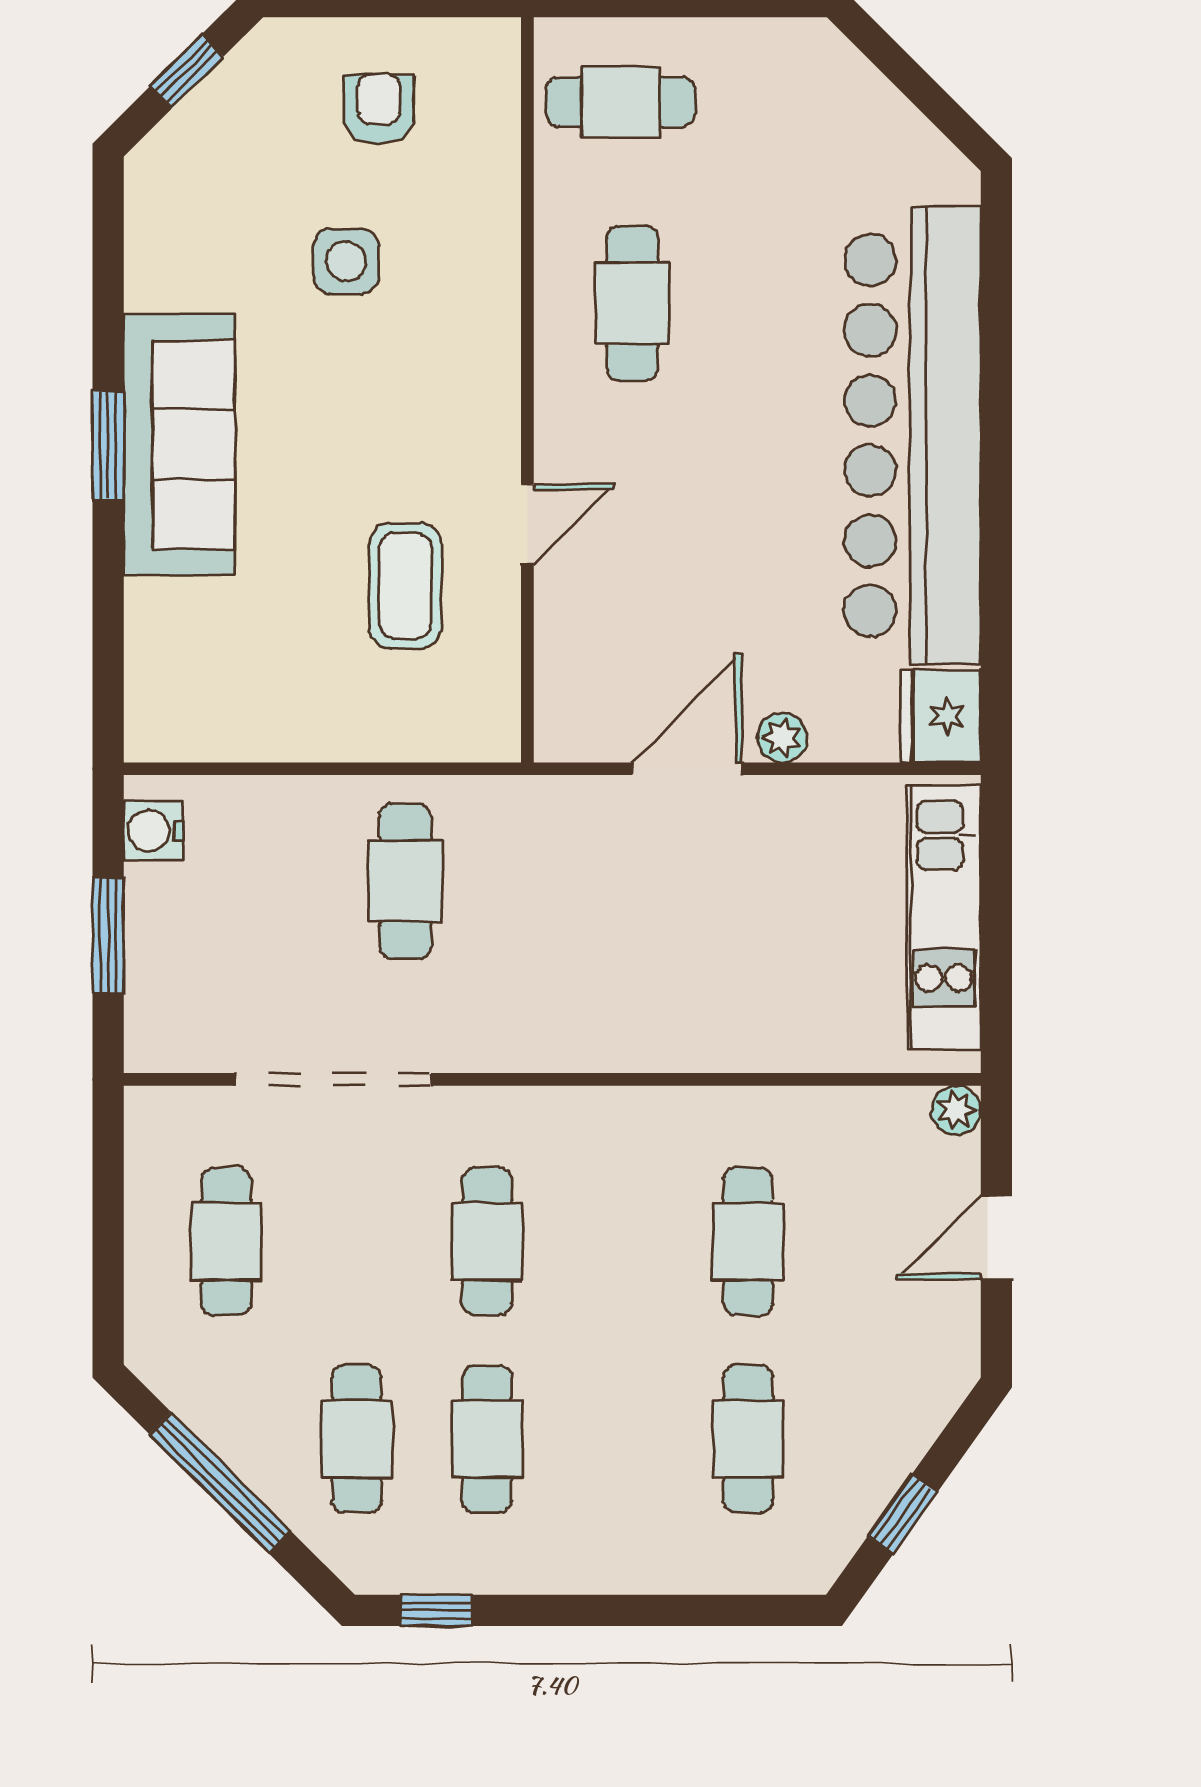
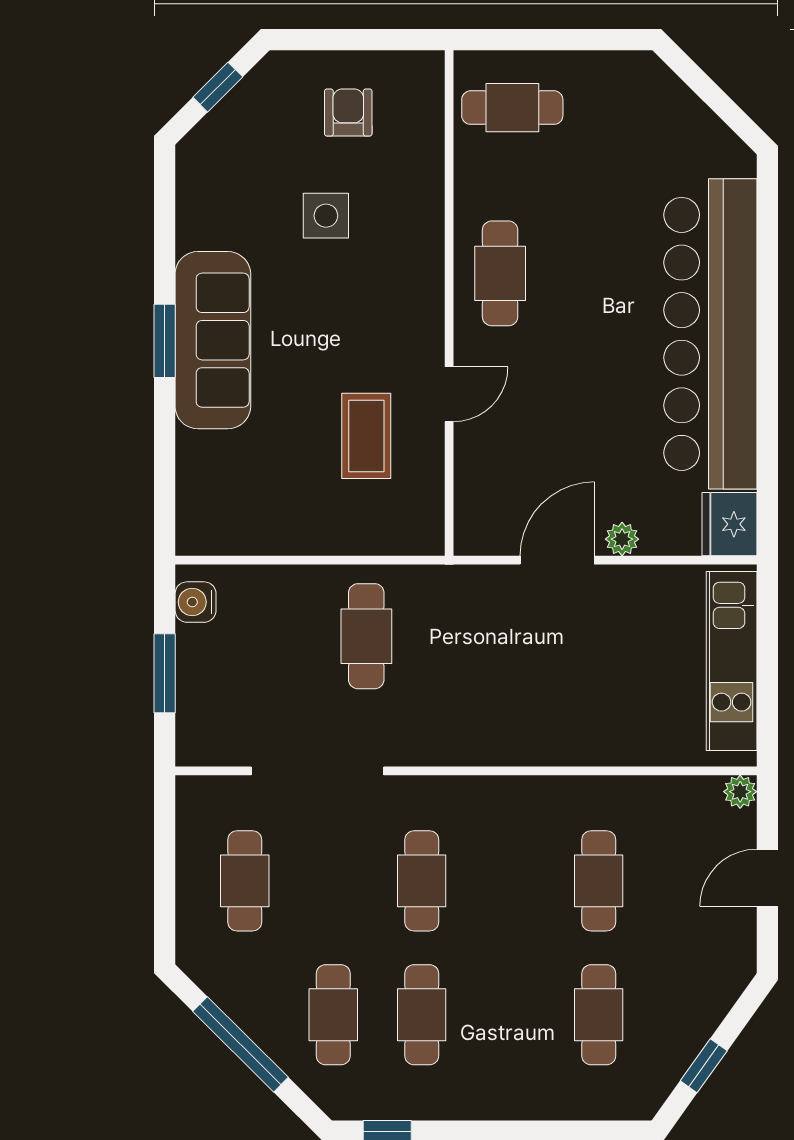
cafe table: (633, 303) -> (500, 273), moved

